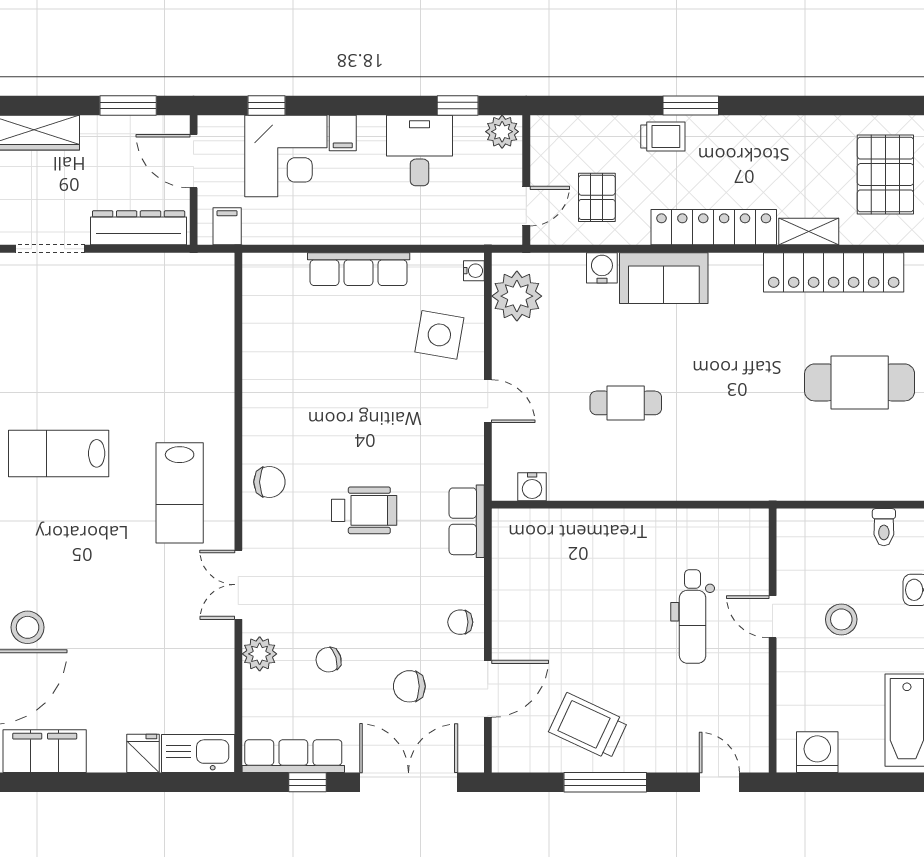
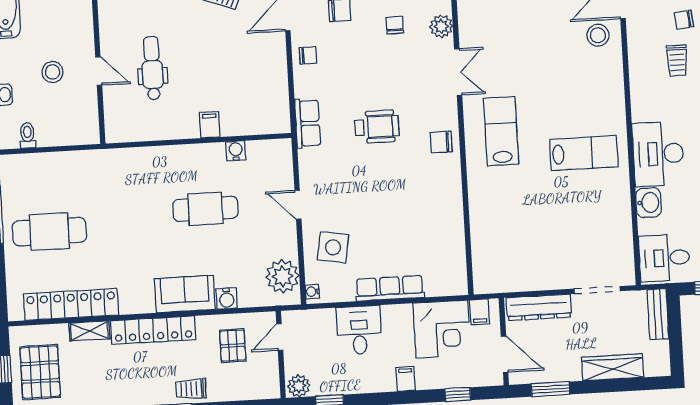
desk: (420, 150) -> (359, 330), moved, turned 180
corner desk: (286, 156) -> (442, 329), moved, turned 180
cafe table: (626, 403) -> (205, 209), width x1.37, depth x1.35
water cooler: (532, 487) -> (236, 151), moved
wheelchair: (364, 510) -> (377, 127), turned 180
filing cabinet: (612, 527) -> (210, 125), added
chair: (329, 660) -> (395, 25), turned -73

